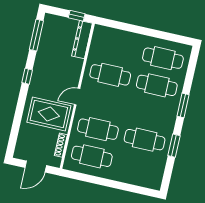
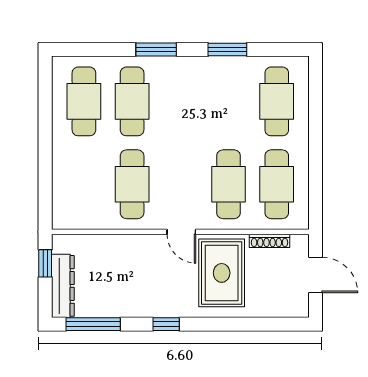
dresser: (82, 40) -> (63, 286), moved, turned -90
cafe table: (145, 140) -> (277, 101), moved

